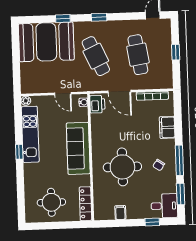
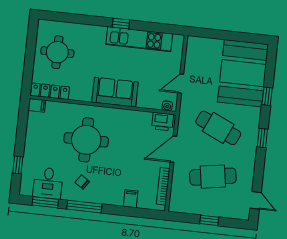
cafe table: (96, 56) -> (218, 128), turned 48
plant: (26, 101) -> (179, 40), removed
filing cabinet: (167, 127) -> (131, 199), width x0.50
sofa: (78, 148) -> (115, 92), width x0.73
desk: (164, 206) -> (48, 183), moved
filing cabinet: (120, 212) -> (37, 105), moved

